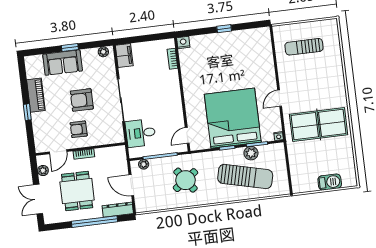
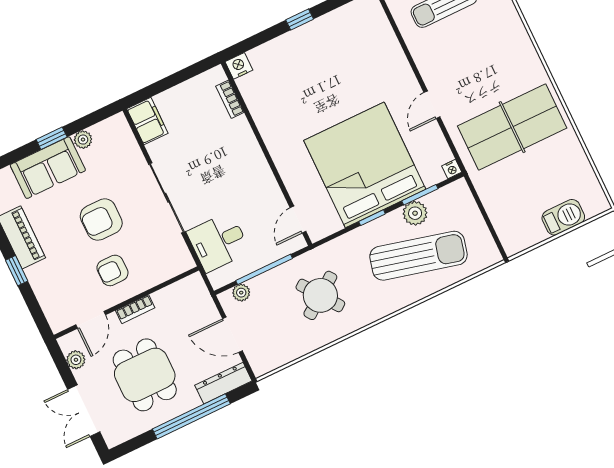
plant: (103, 52) -> (83, 140), moved

